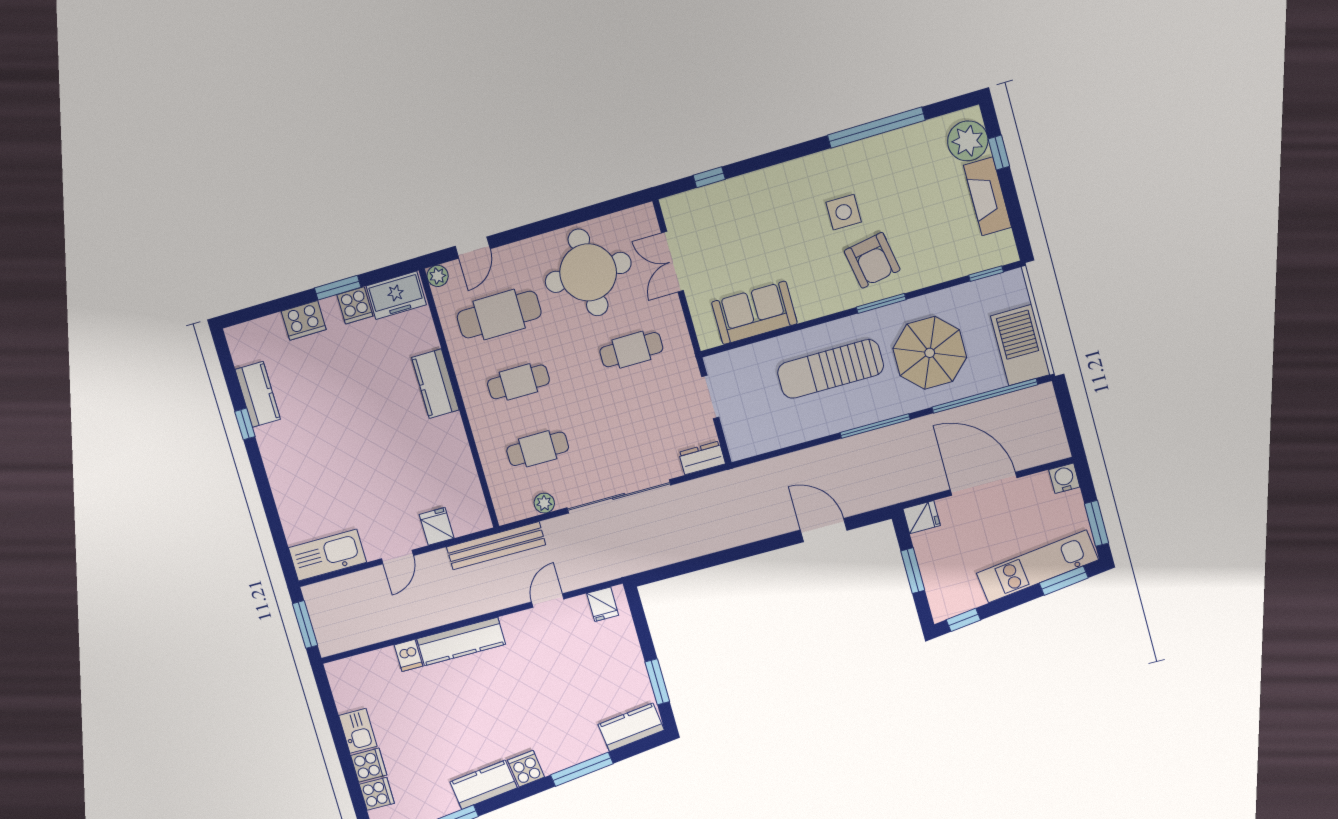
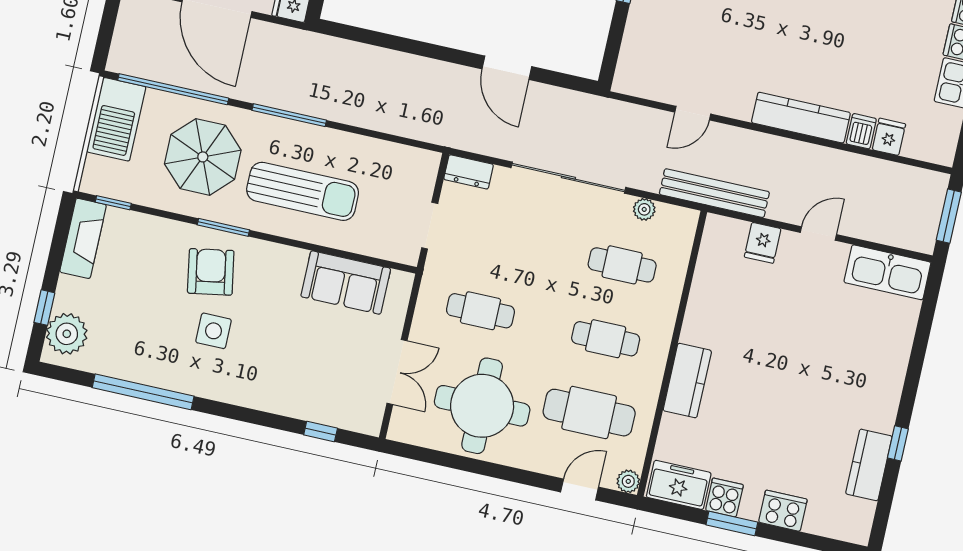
fireplace: (987, 196) -> (83, 238), moved
door: (824, 530) -> (507, 68), moved
fridge: (603, 604) -> (889, 137), moved

